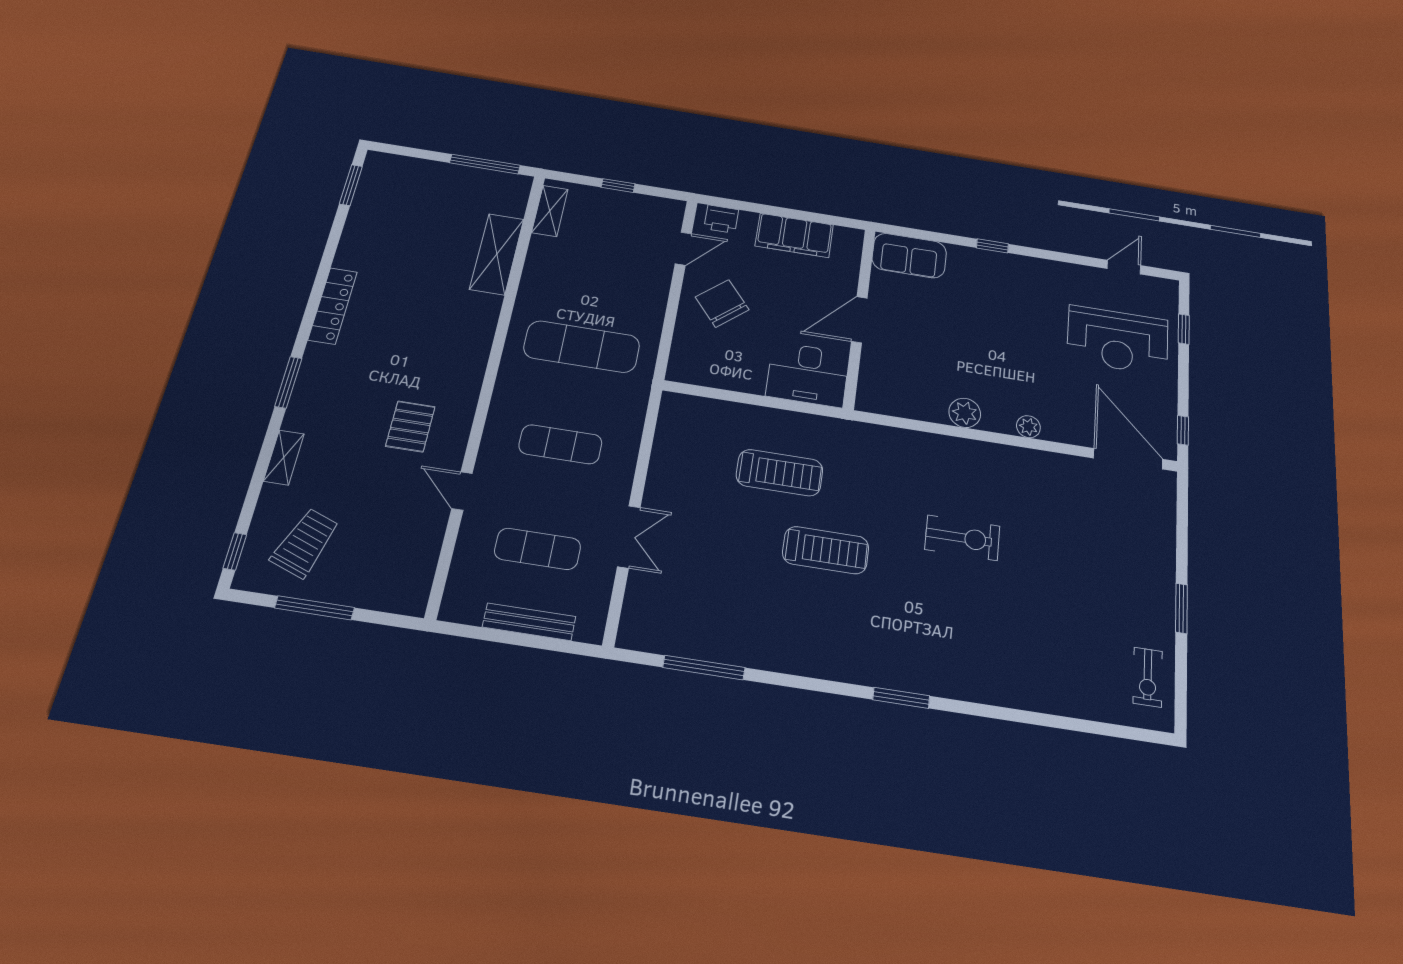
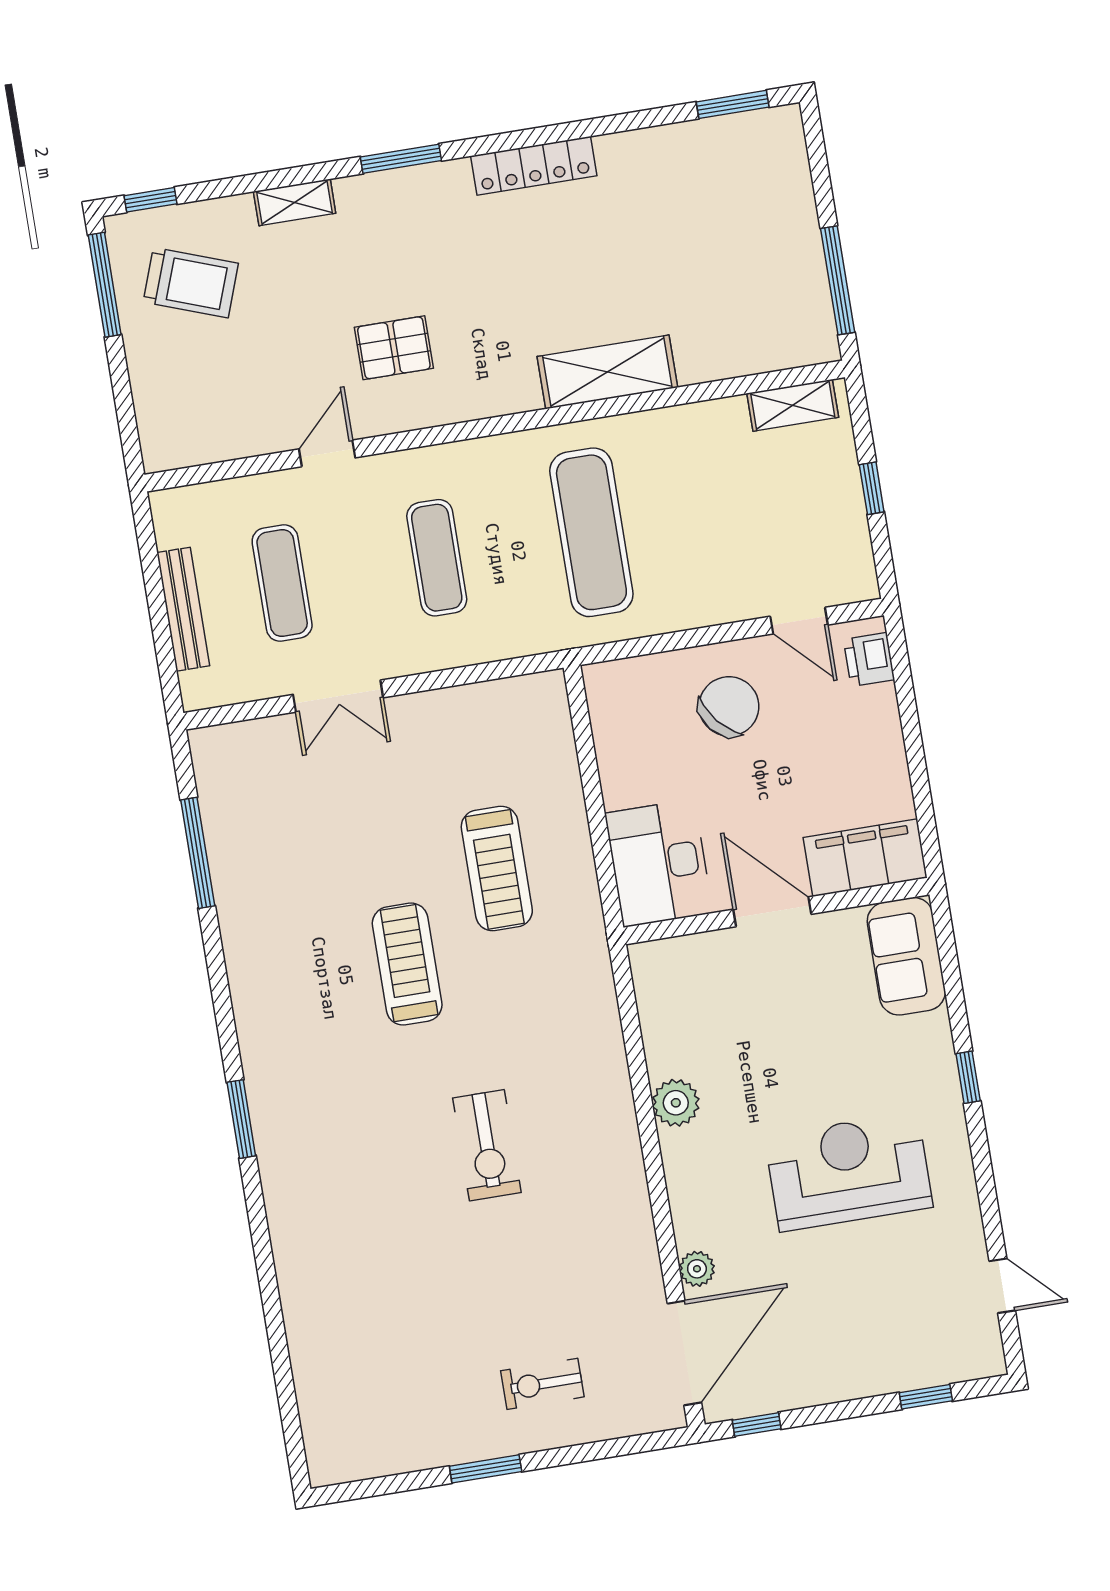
filing cabinet: (794, 235) -> (865, 858), moved, turned 90
shelving: (497, 254) -> (607, 372), moved
reception desk: (1118, 340) -> (849, 1172), moved, turned 90
plant: (1028, 427) -> (697, 1269), moved
treadmill: (826, 550) -> (407, 964), turned 180
window: (315, 608) -> (105, 285), moved
exercise bike: (1148, 677) -> (542, 1384), moved

